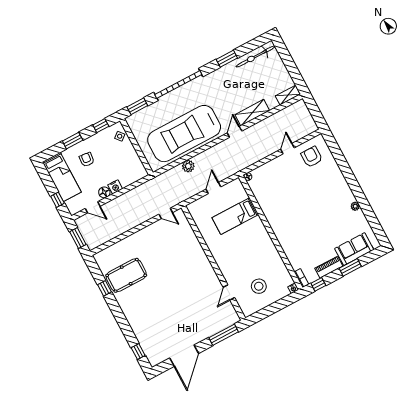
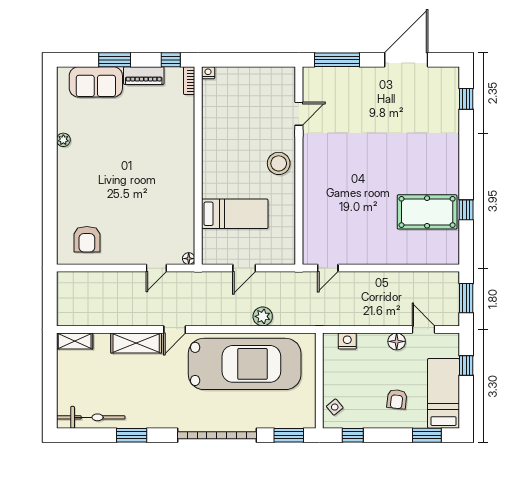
window: (73, 141) -> (427, 435), moved
door: (288, 149) -> (156, 268), moved
nightstand: (115, 187) -> (347, 341), moved
door: (166, 213) -> (328, 268), swing flipped
stool: (259, 286) -> (279, 163), moved

